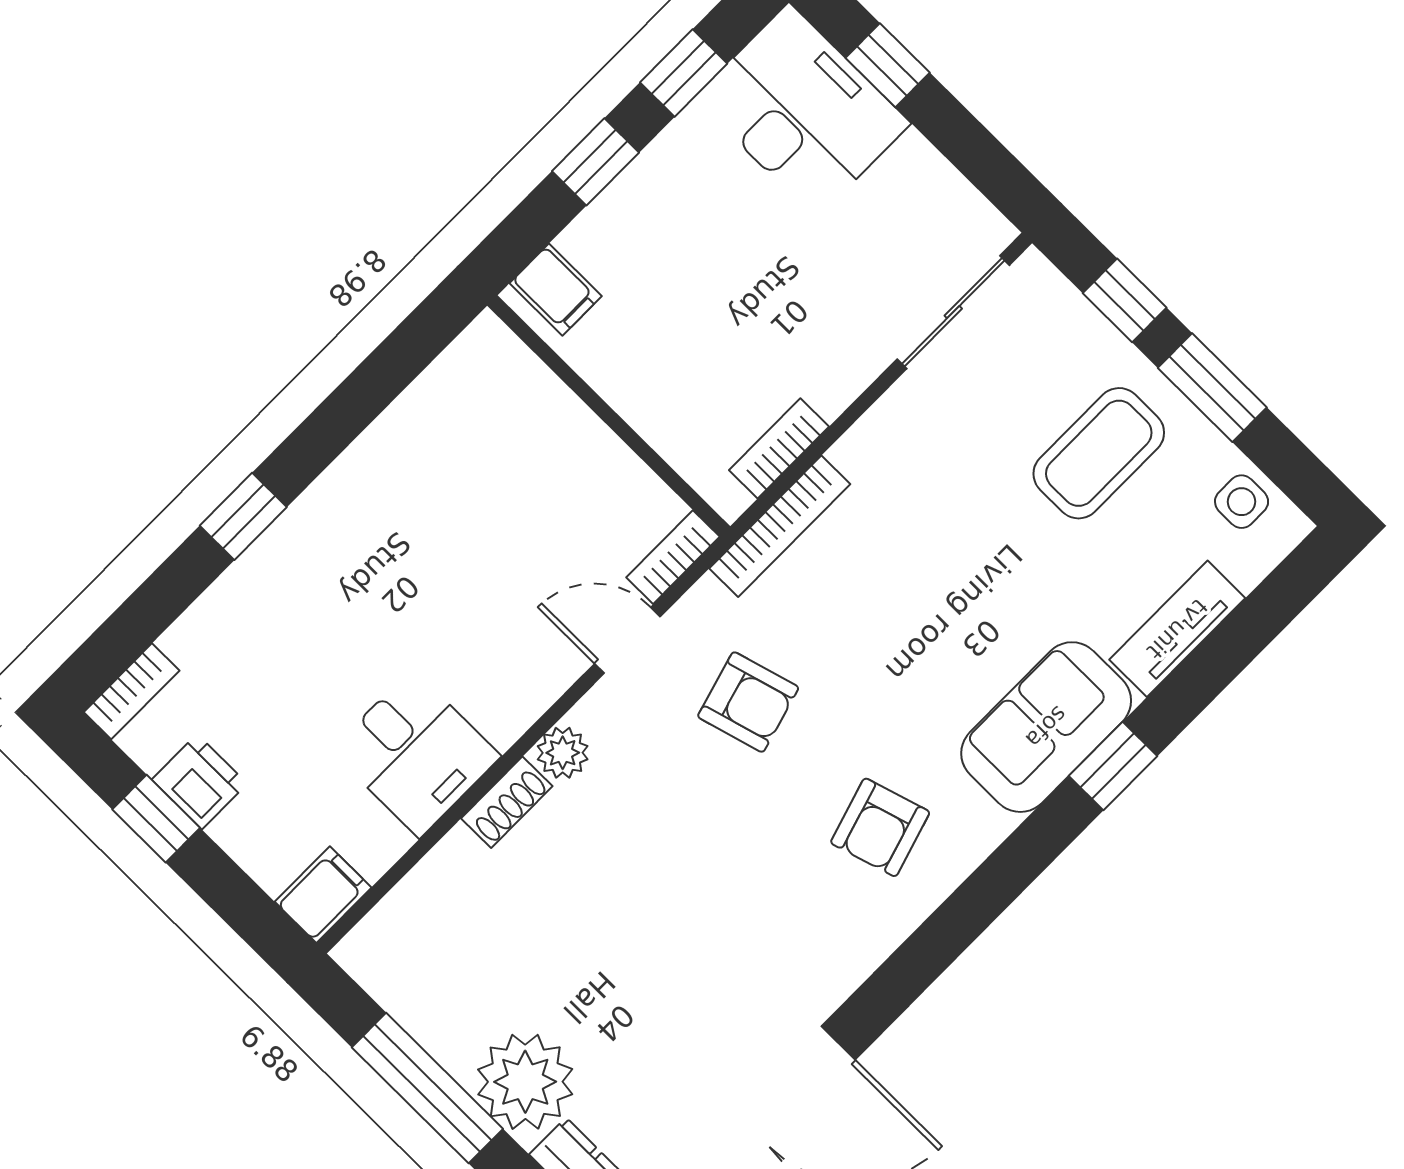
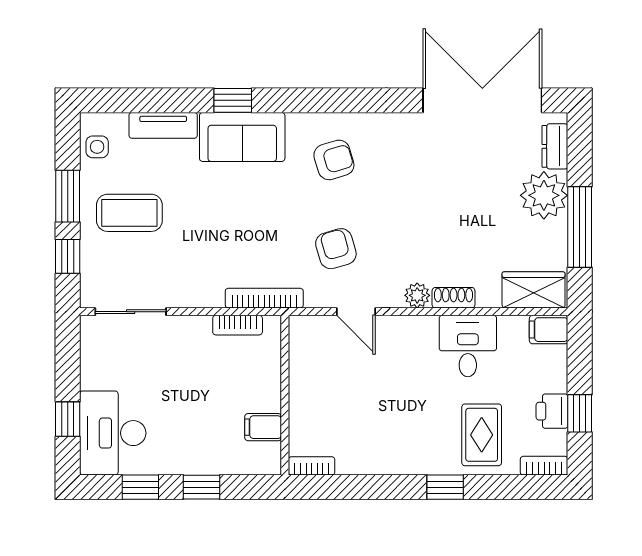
filing cabinet: (556, 290) -> (263, 427), moved, turned -90
bookcase: (673, 557) -> (312, 466), moved, turned 180
rug: (267, 645) -> (482, 435), added
wardrobe: (402, 930) -> (534, 290), added

